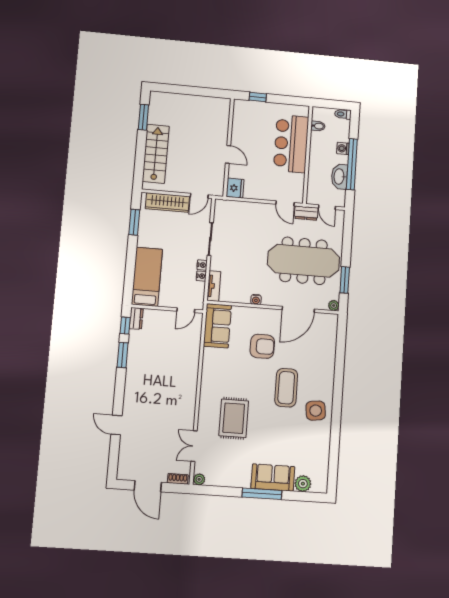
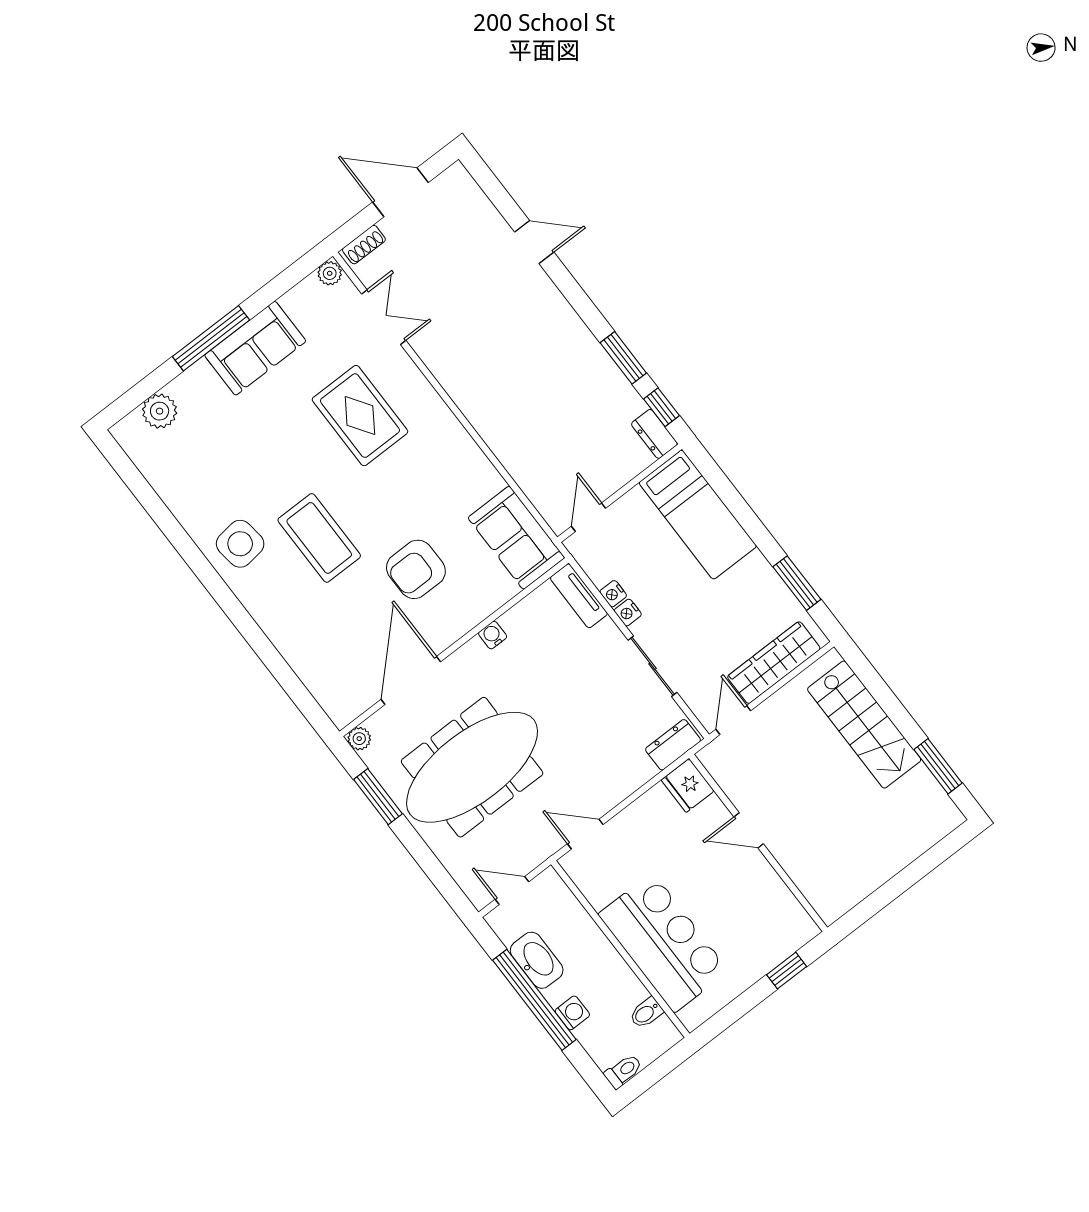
dresser: (306, 213) -> (673, 745), moved
sofa: (273, 478) -> (255, 348), moved

